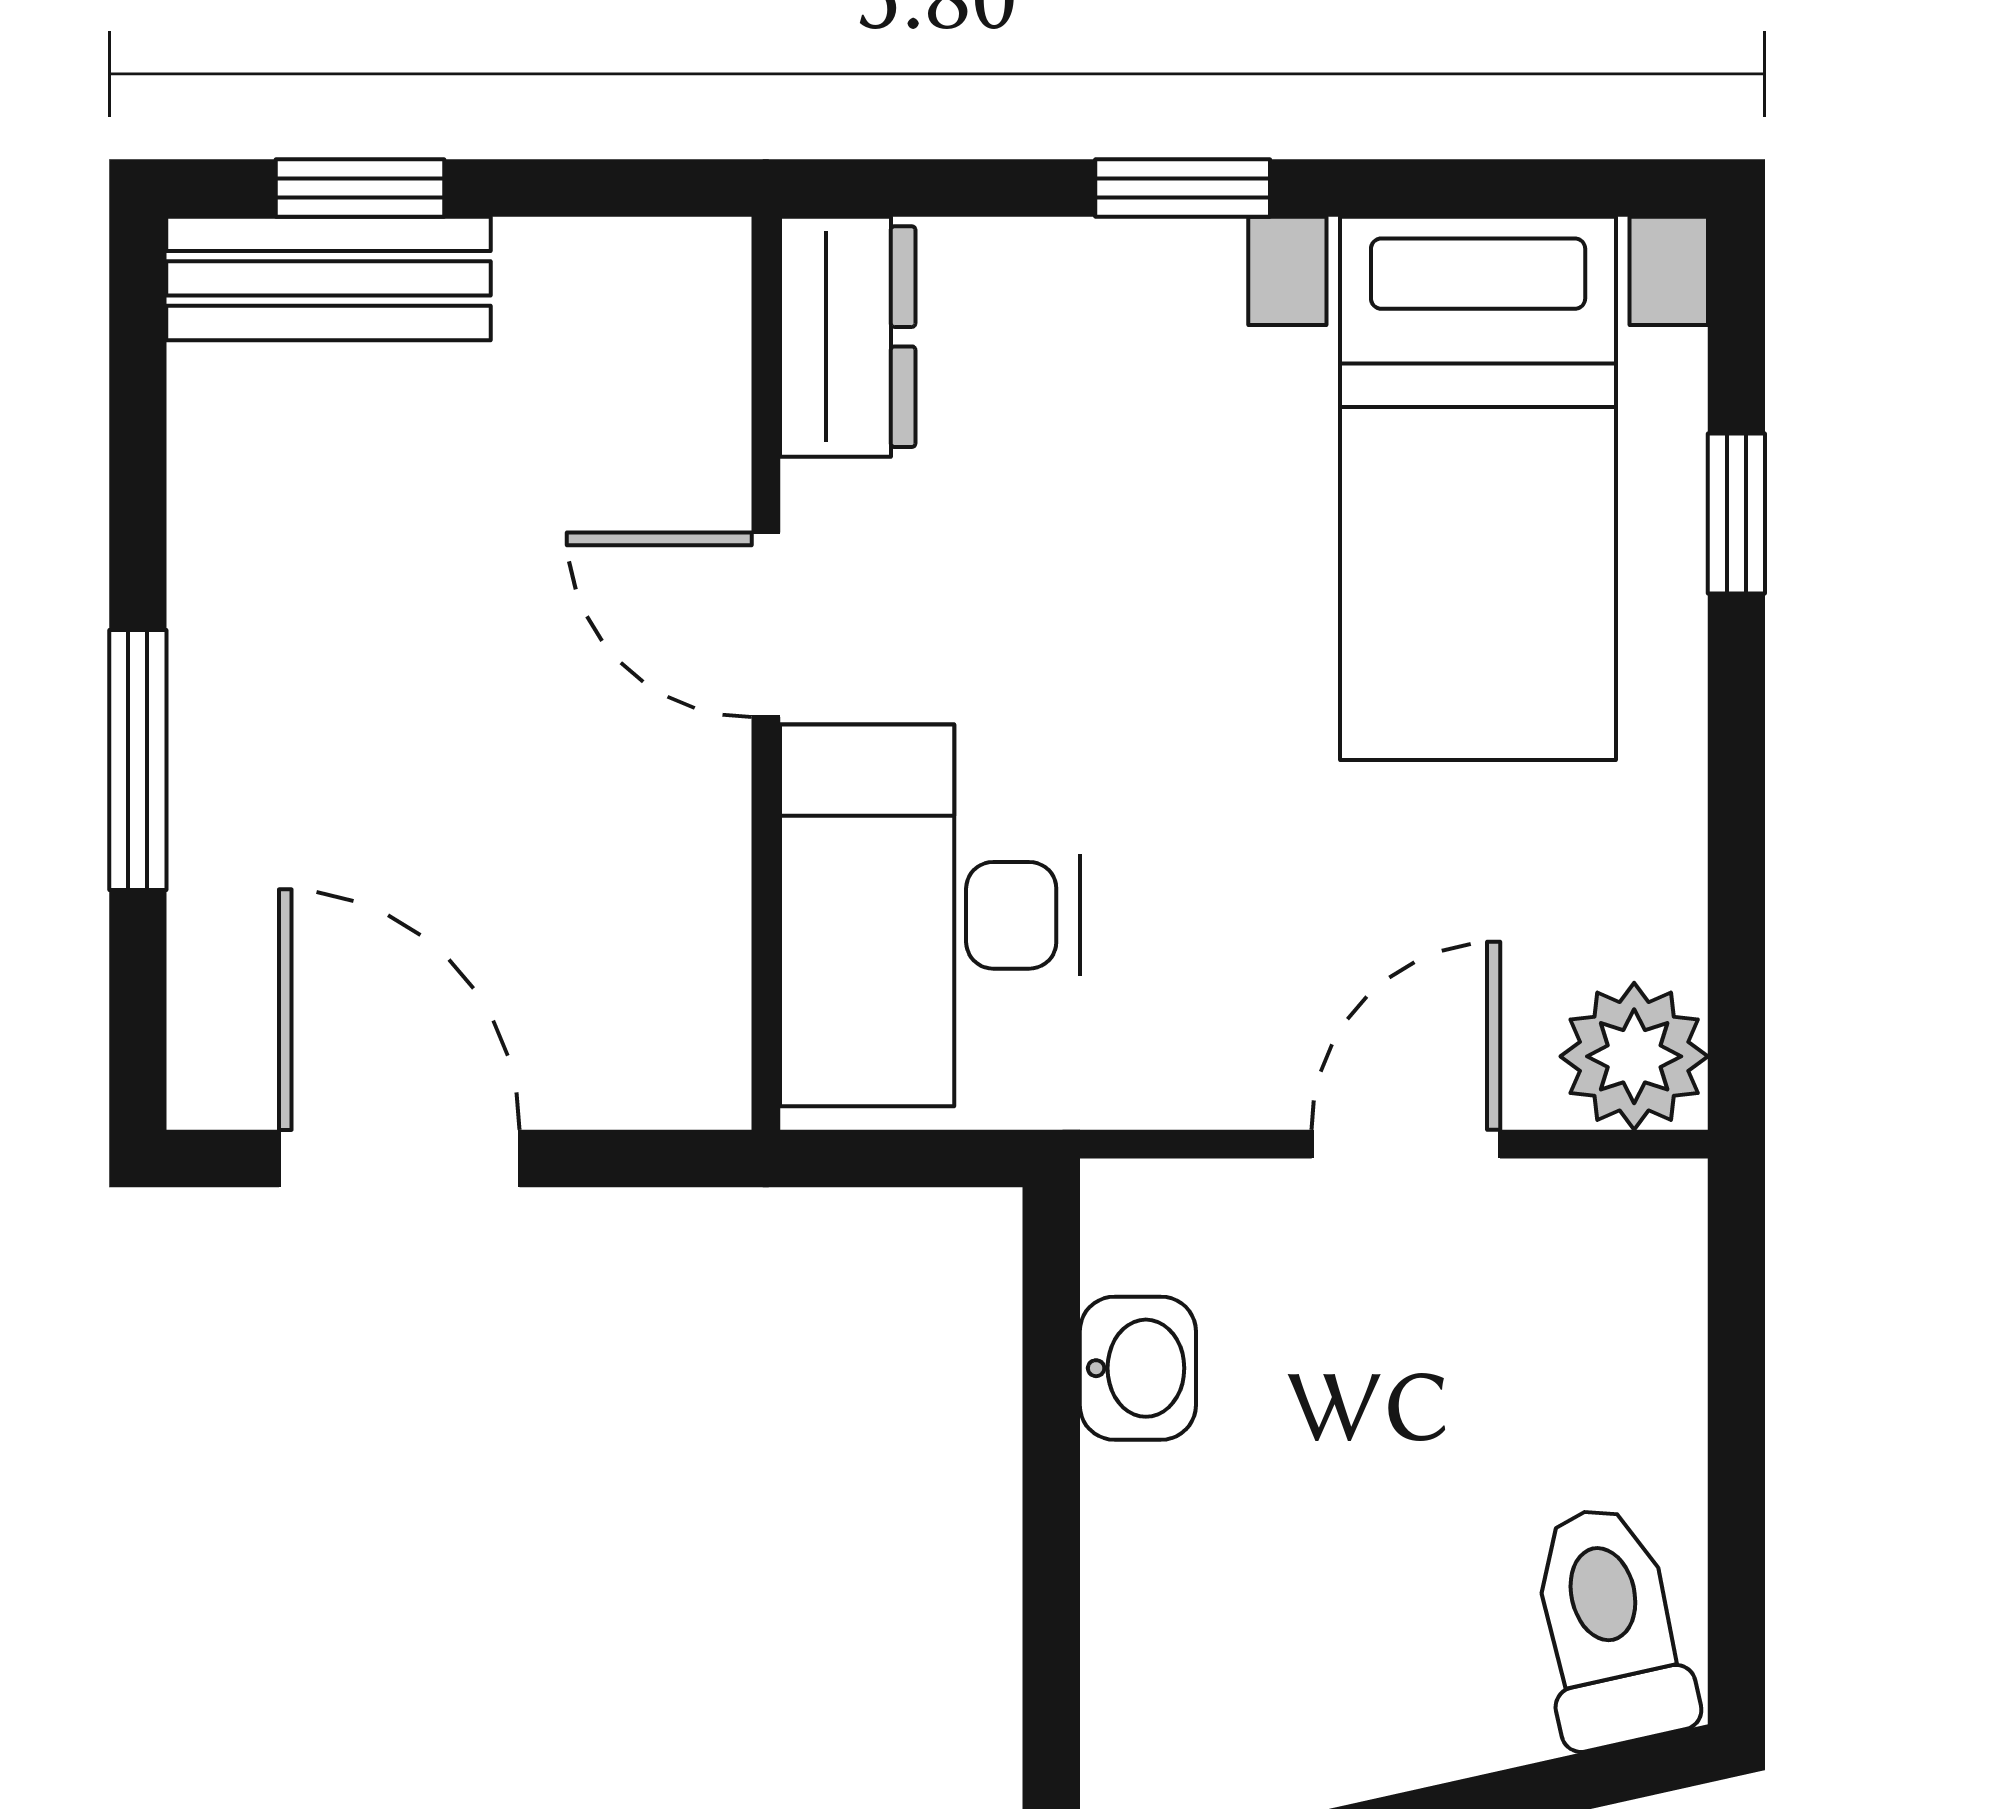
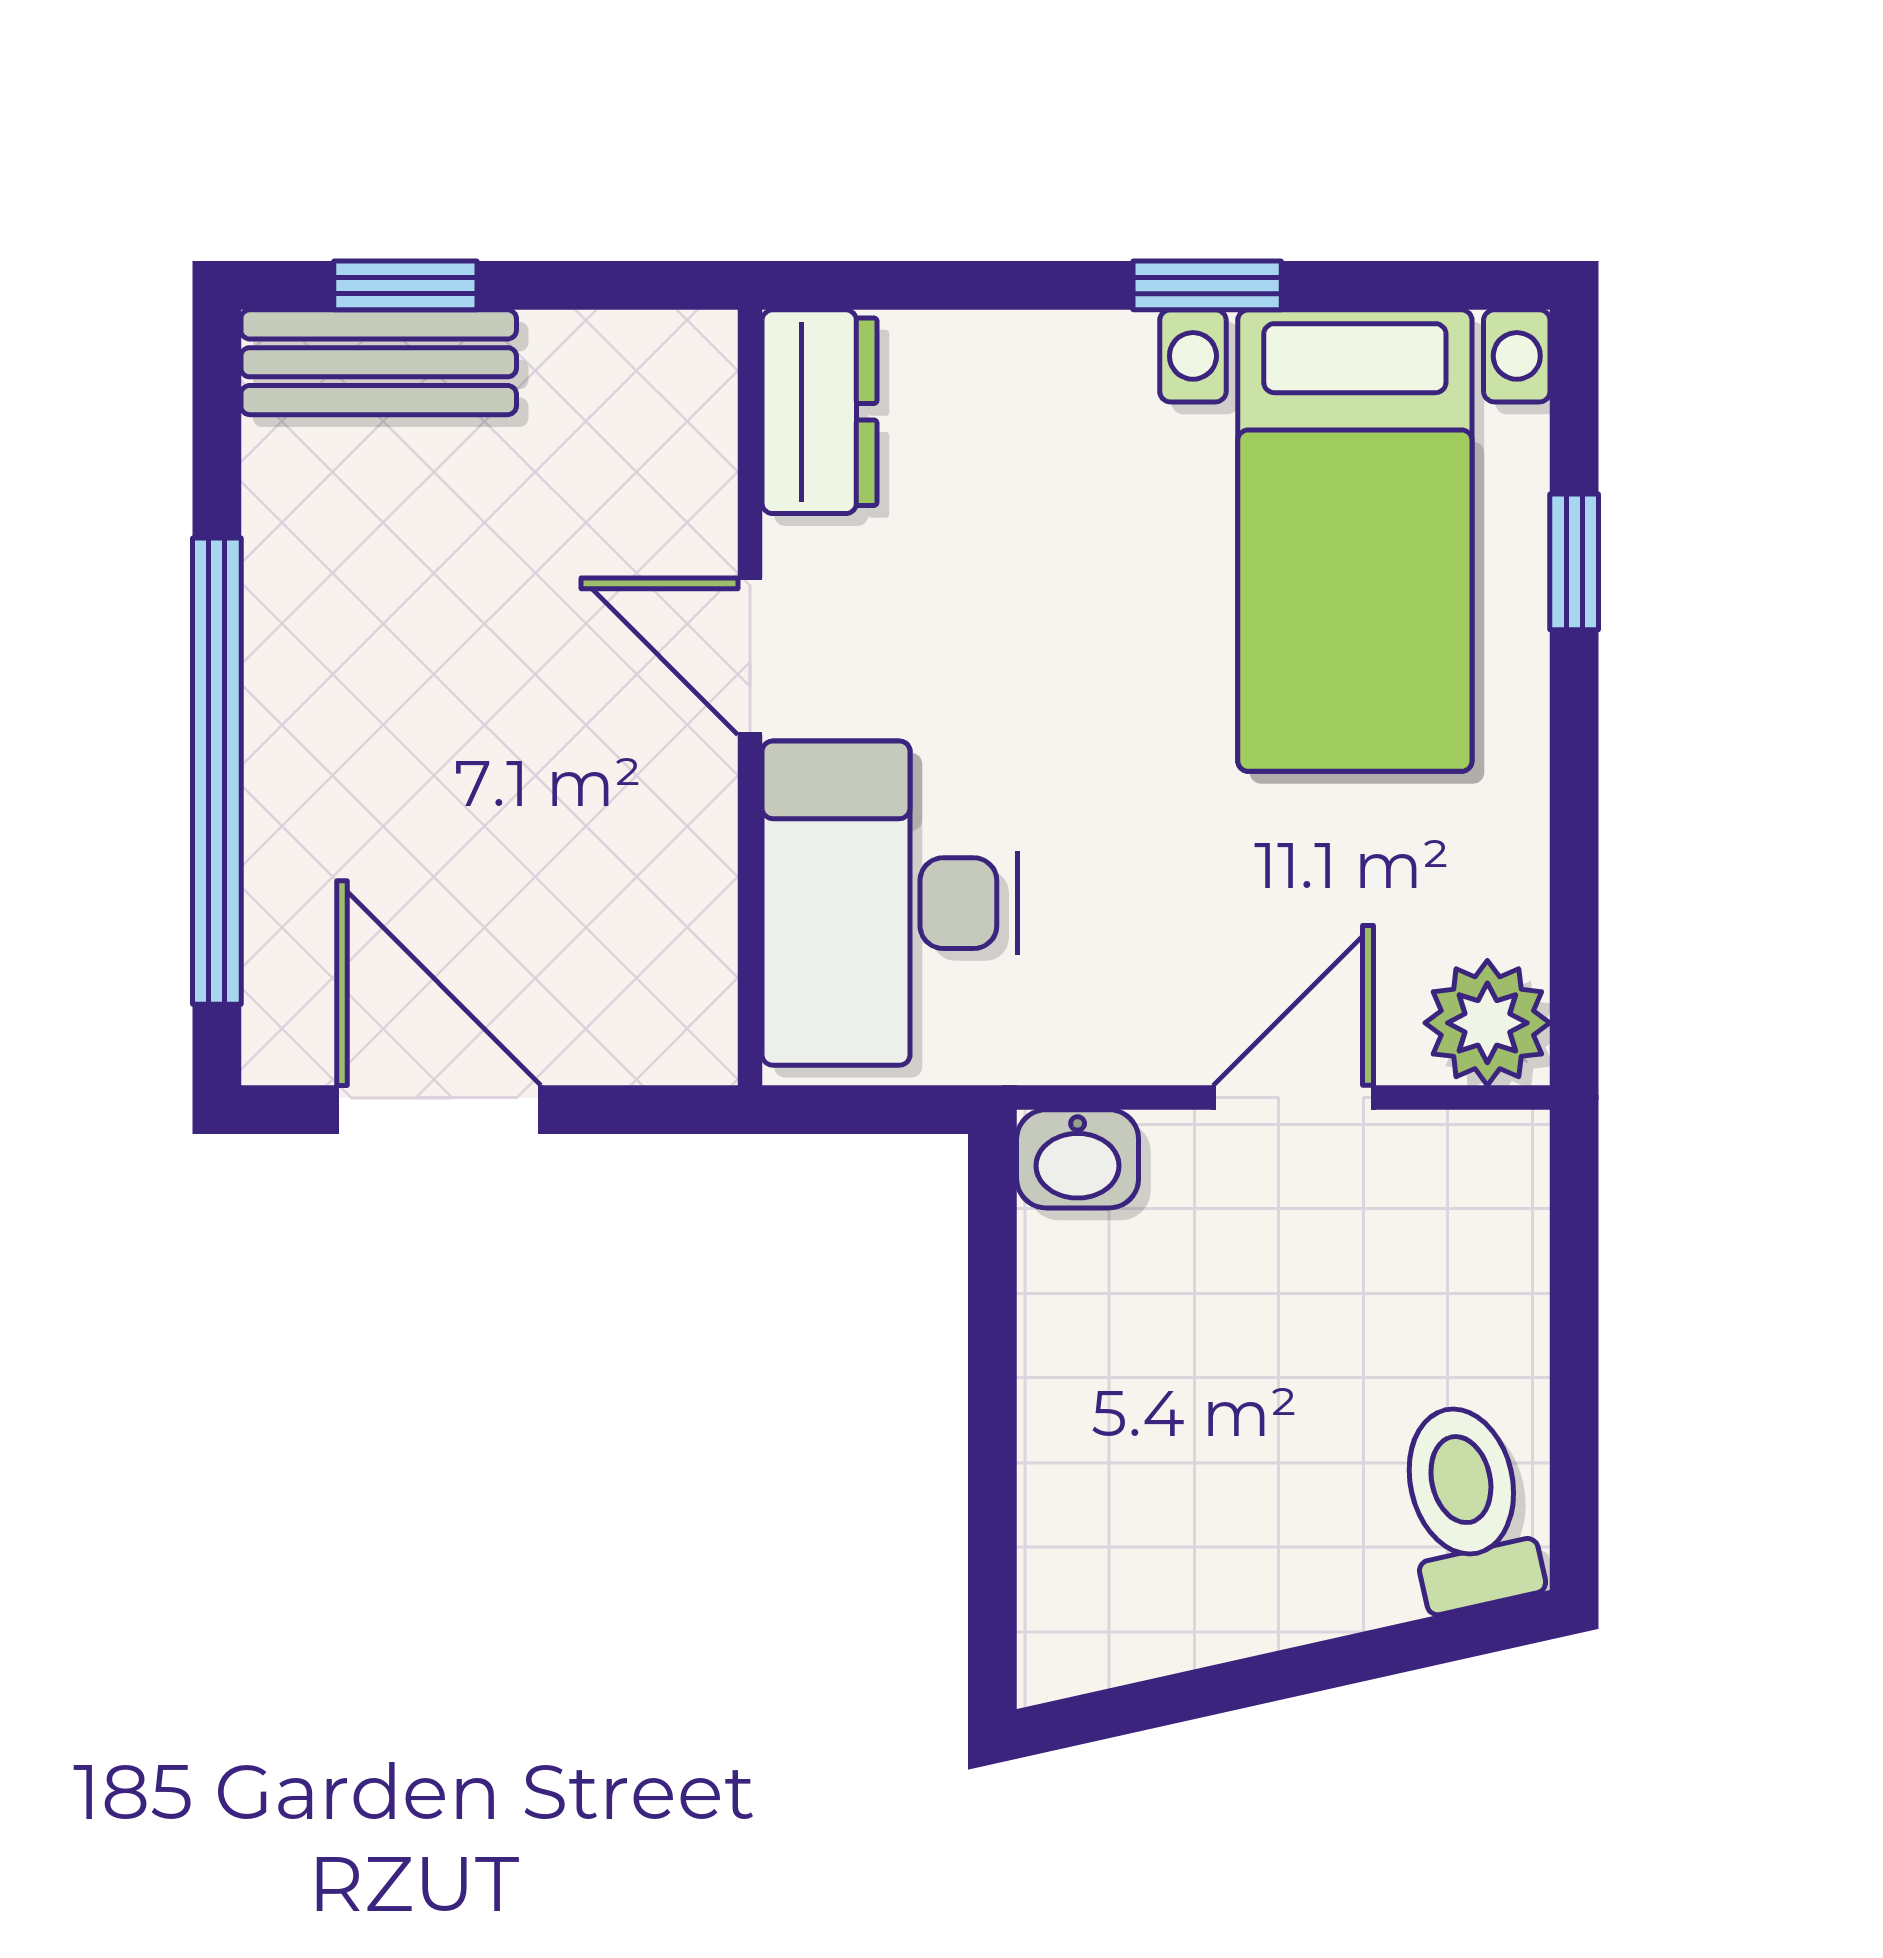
window: (1183, 188) -> (1207, 285), moved
window: (138, 760) -> (217, 771), width x2.11
washbasin: (1138, 1368) -> (1078, 1159), moved, turned 90

